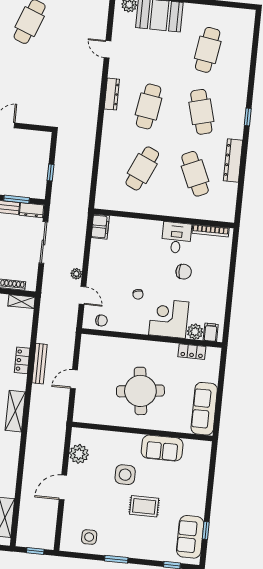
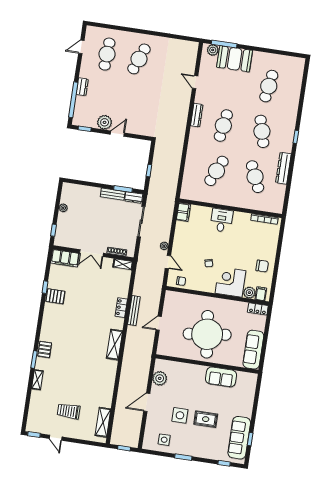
desk: (176, 238) -> (221, 220), moved
chair: (184, 272) -> (262, 266), moved
locker: (192, 352) -> (258, 309), moved
round table: (140, 391) -> (207, 334), width x1.36, depth x1.36
side table: (125, 475) -> (180, 415), moved
sofa: (190, 537) -> (239, 438), width x1.36

